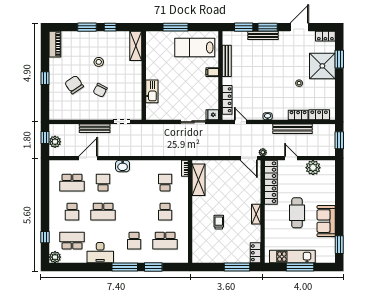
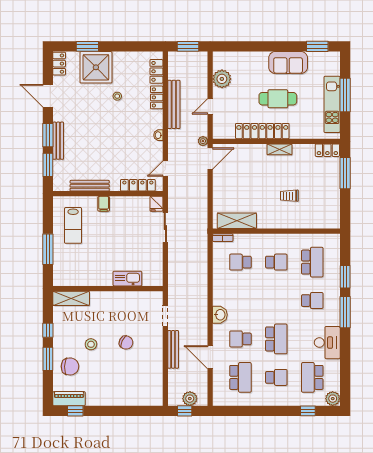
lab bench: (195, 47) -> (73, 225), width x0.73, depth x0.72
window: (45, 78) -> (75, 411), moved
chair: (74, 85) -> (70, 366), moved, turned -144
locker: (271, 182) -> (262, 131), moved

